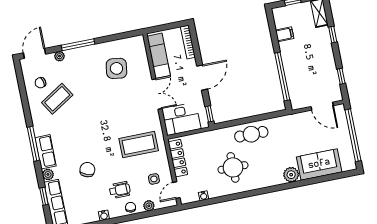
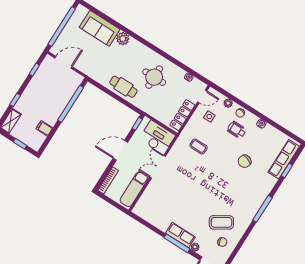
side table: (116, 68) -> (167, 206), removed
door: (322, 106) -> (64, 62), hinge flipped
coffee table: (139, 145) -> (199, 147), width x0.54, depth x0.58
row of seats: (46, 152) -> (180, 235), moved, turned 90
plant: (48, 174) -> (272, 181), removed

